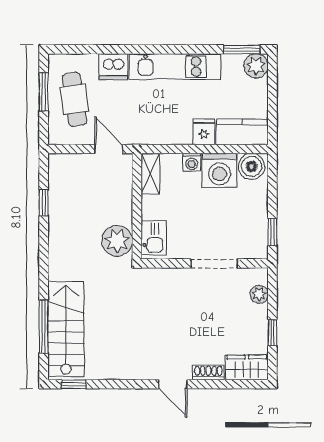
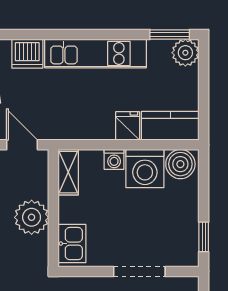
plant: (117, 241) -> (32, 217), moved

